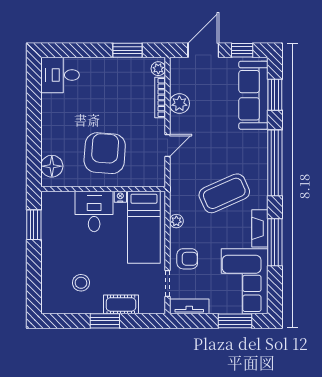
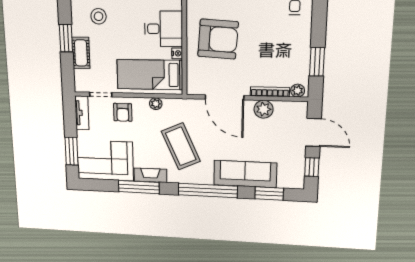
sofa: (253, 95) -> (245, 174), moved
door: (167, 145) -> (224, 97), width x1.87

